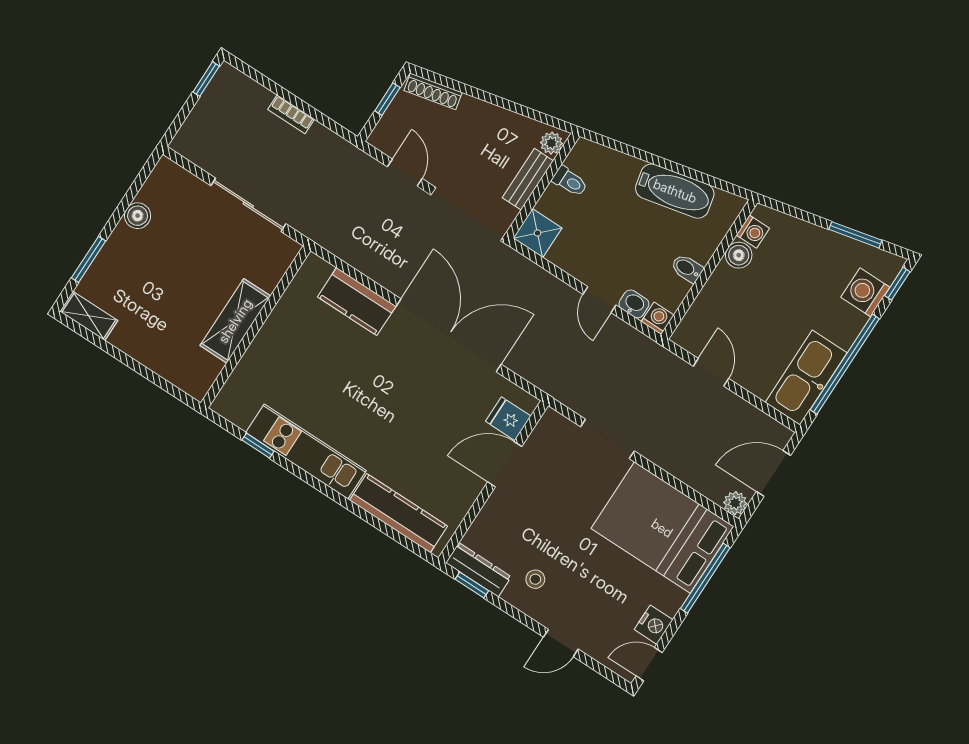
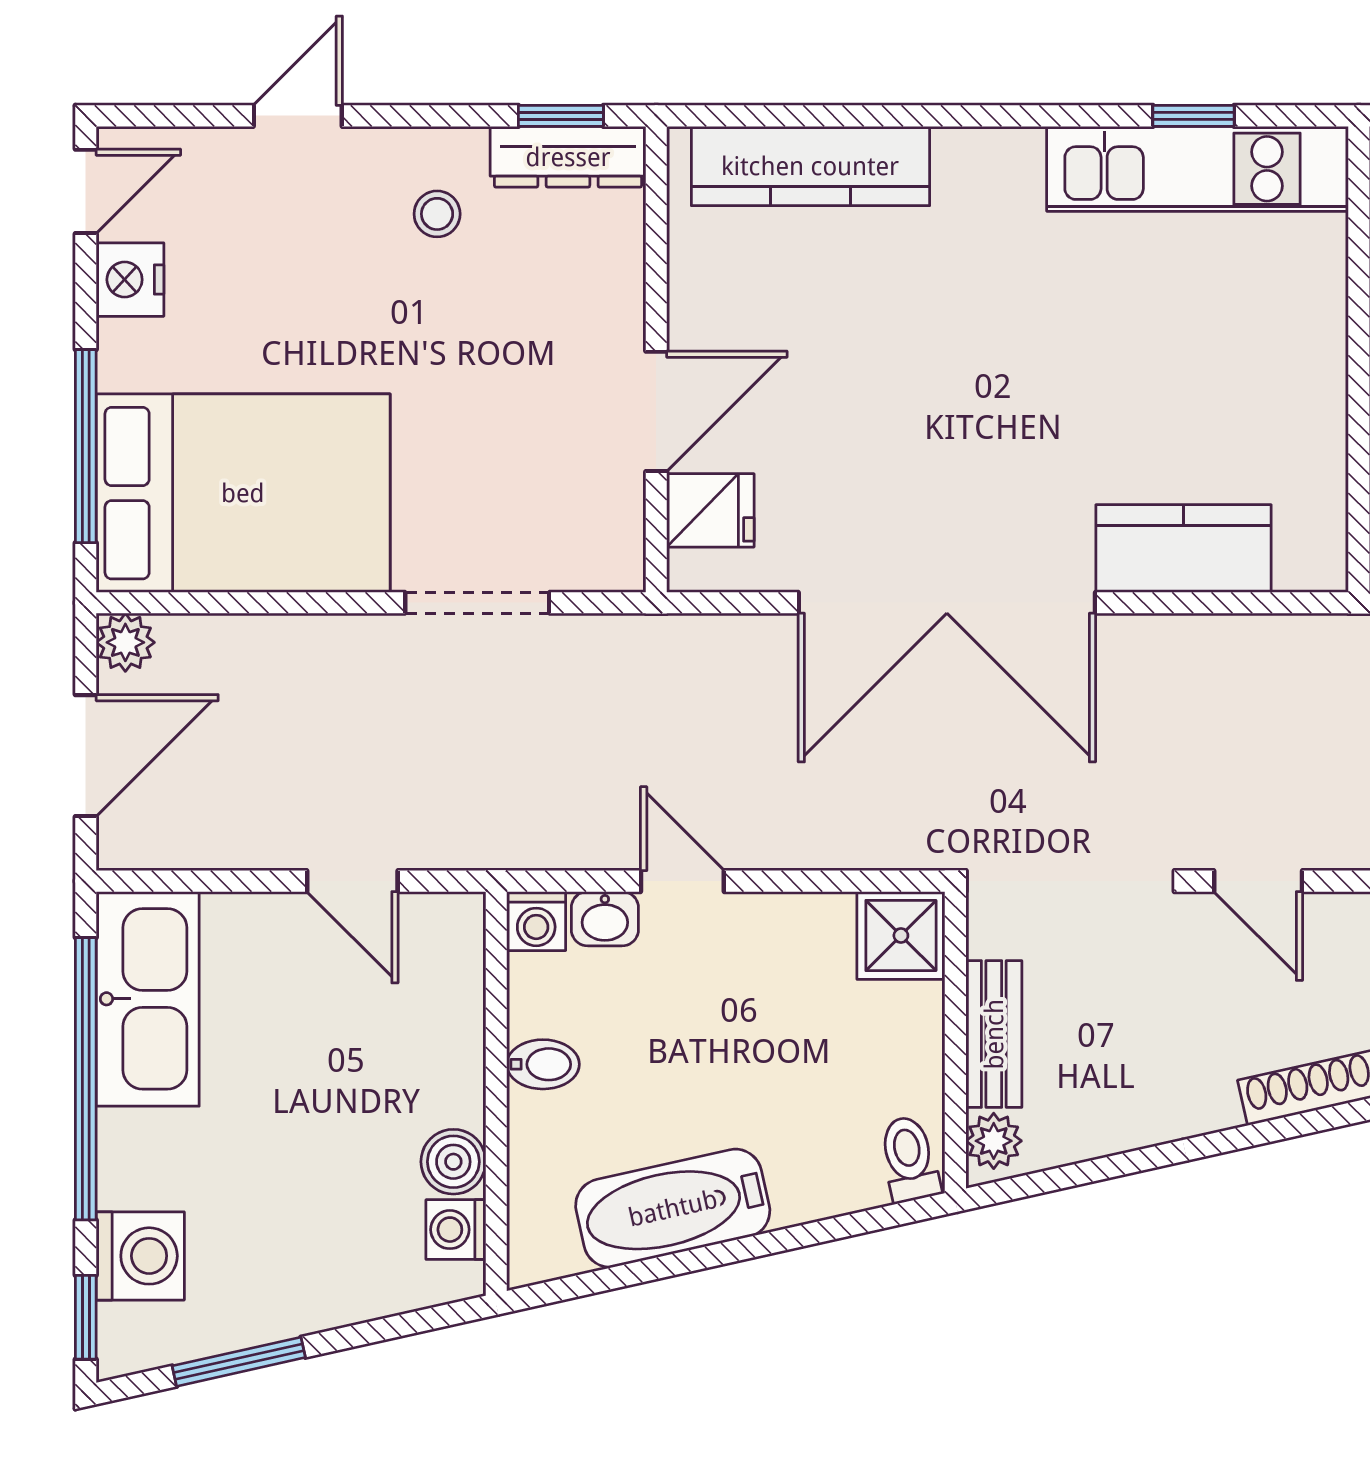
toilet: (570, 181) -> (909, 1159), moved, turned 77
kitchen unit: (306, 451) -> (1198, 169), moved

